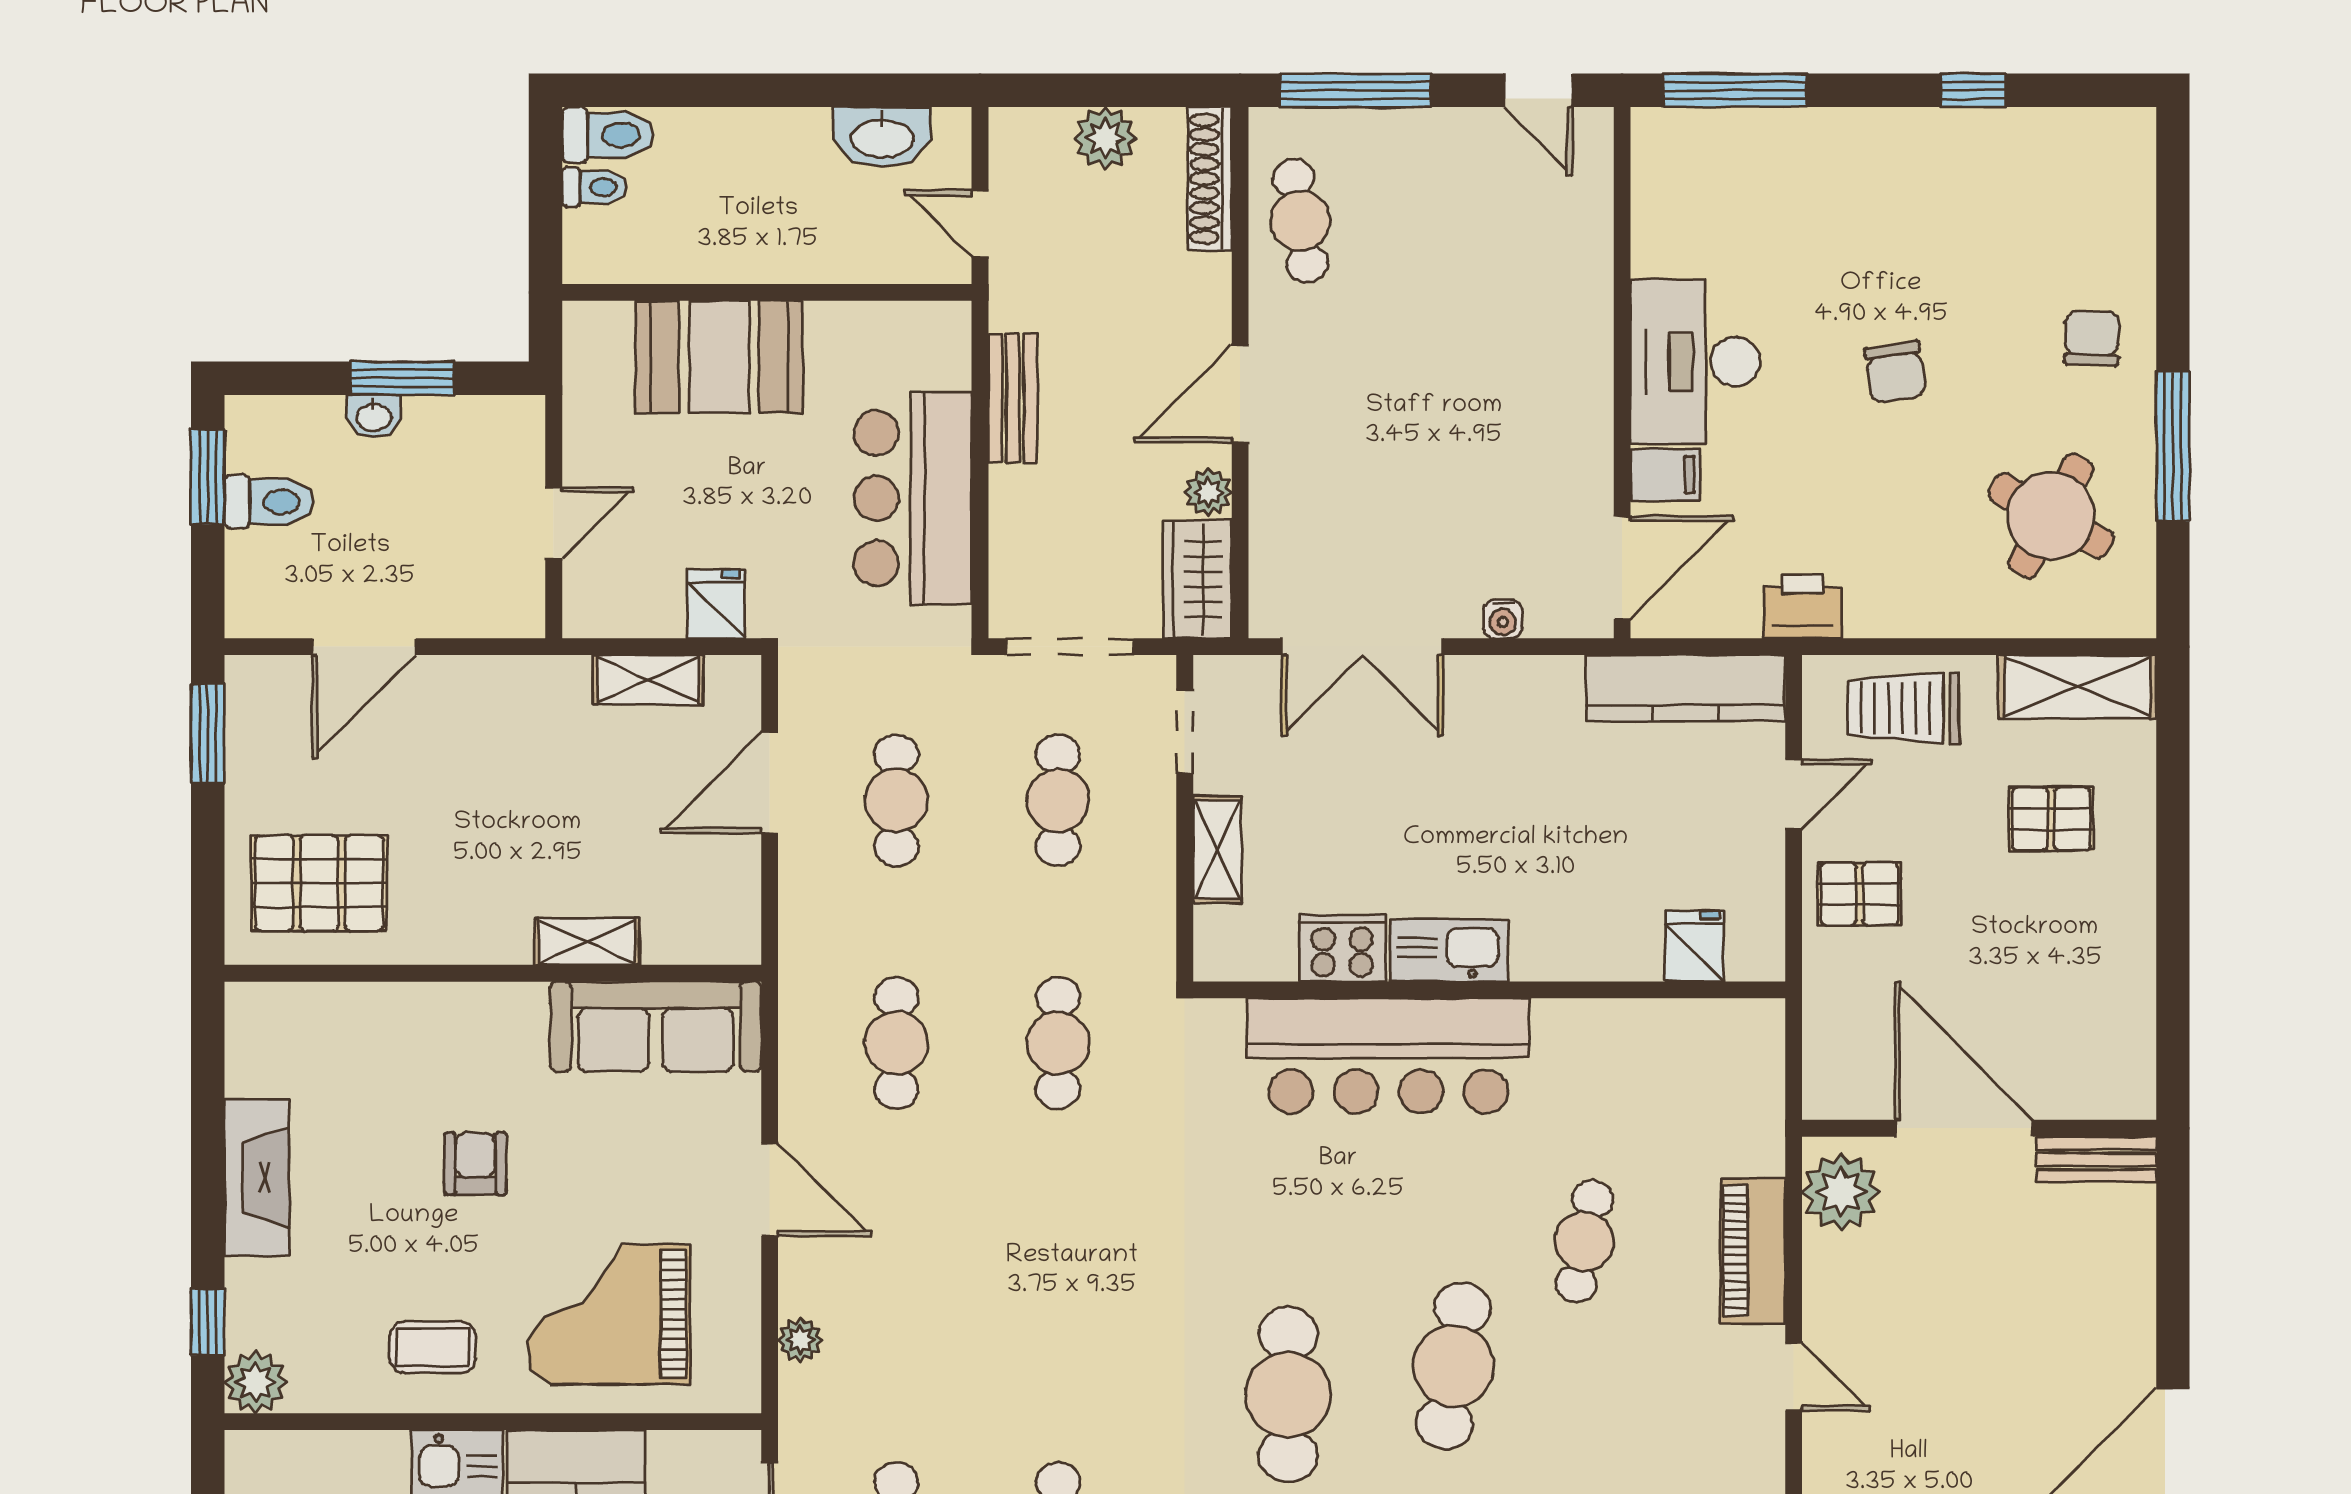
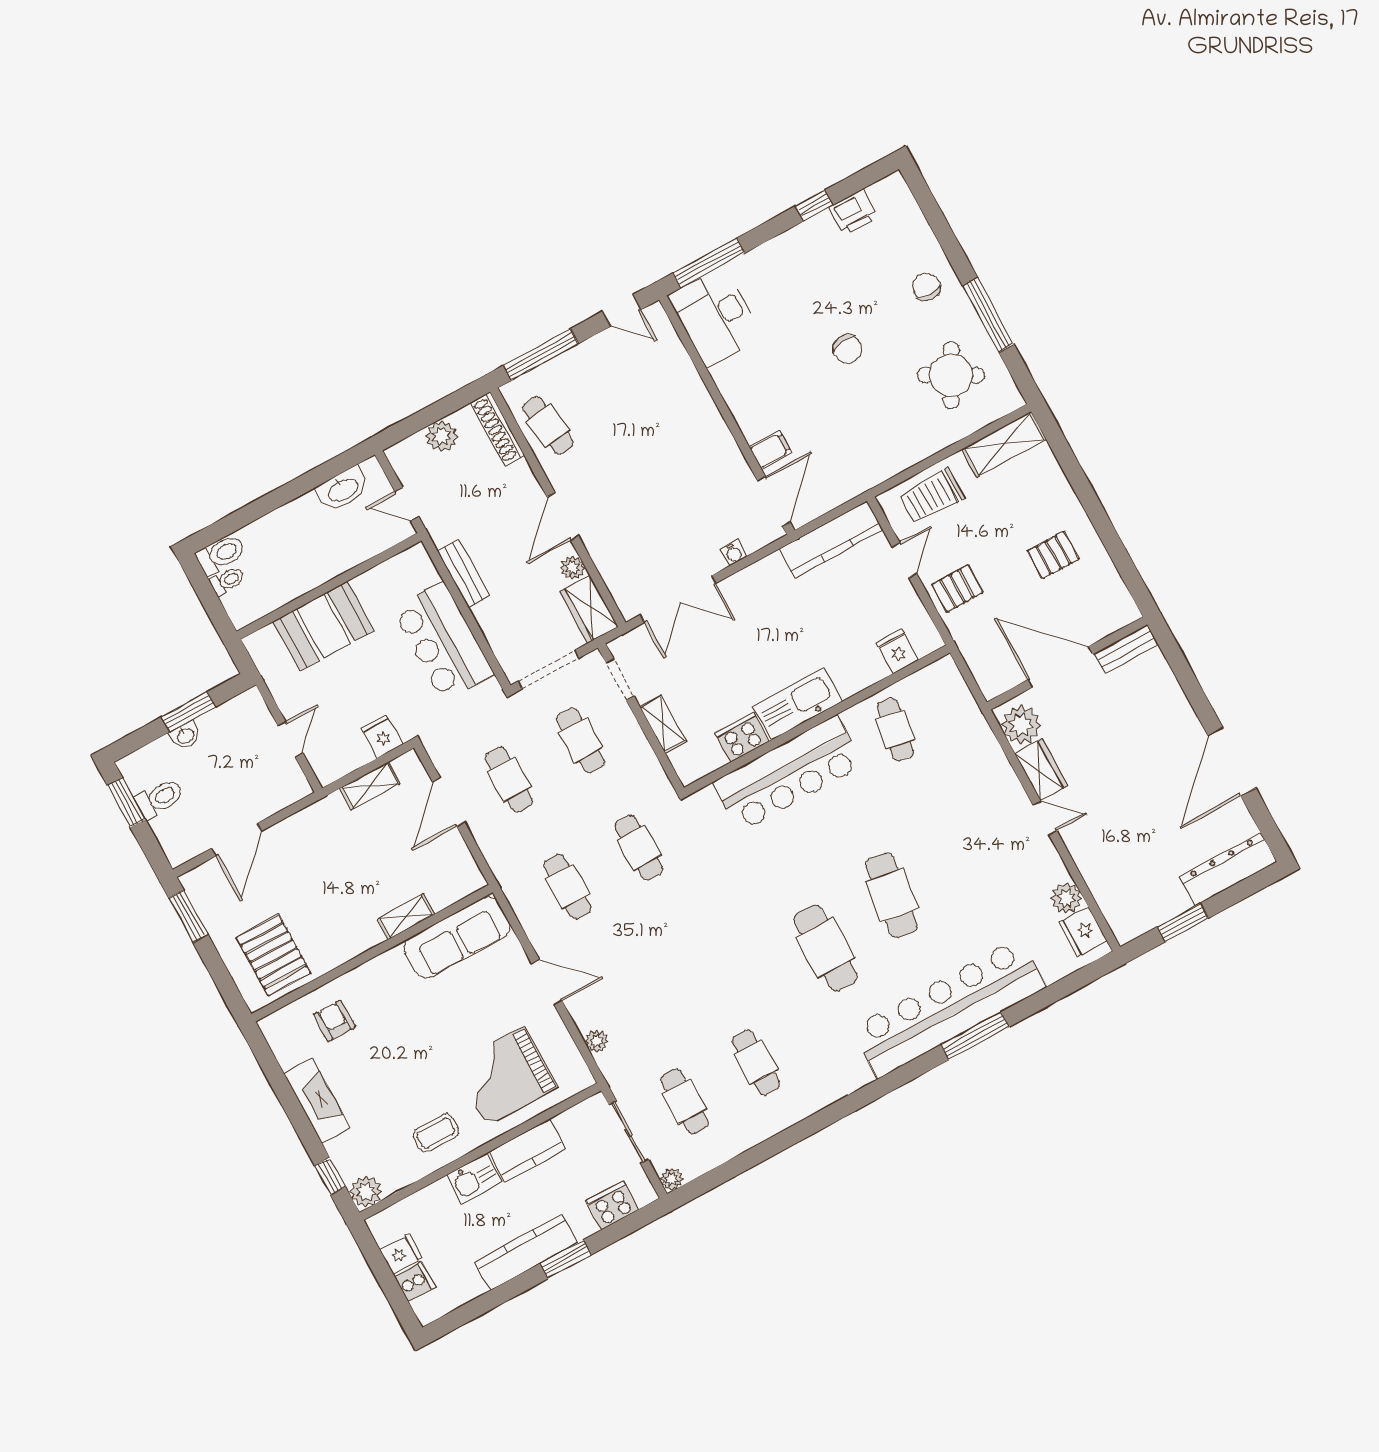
desk: (1695, 362) -> (715, 316), moved
printer: (1803, 606) -> (853, 212), moved, turned 180
pallet: (2051, 819) -> (1053, 555), moved
pallet: (319, 883) -> (274, 955), turned 90
kitchen sink: (1449, 951) -> (797, 704), width x1.36, depth x1.24
armchair: (475, 1164) -> (334, 1021), moved
cafe table: (1584, 1241) -> (895, 730), moved
piano: (1753, 1251) -> (997, 772), removed
wardrobe: (1833, 1289) -> (1041, 770), added

